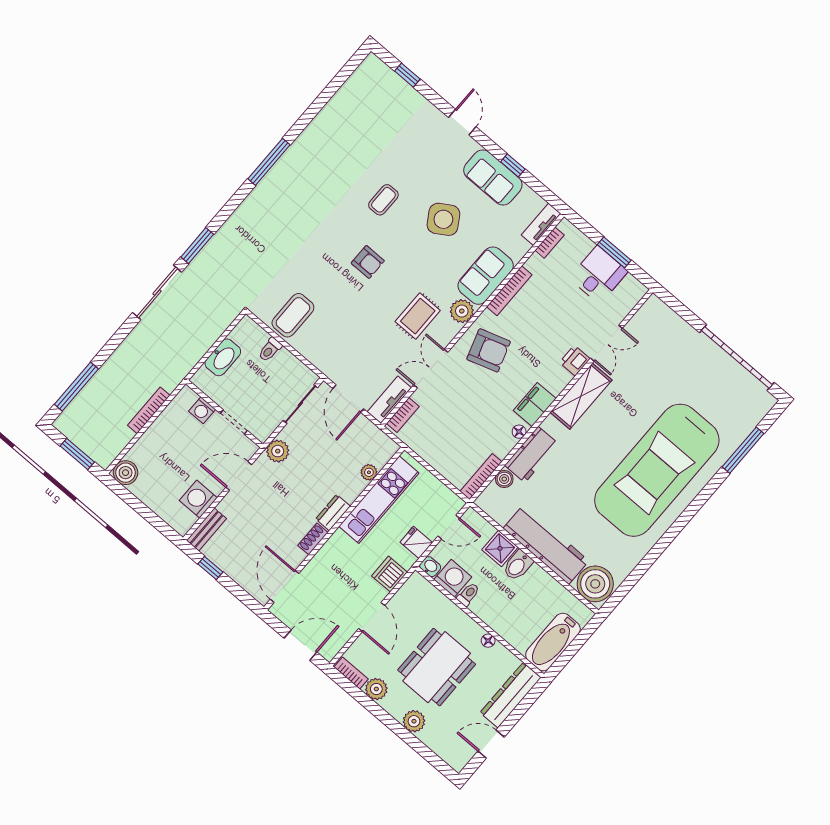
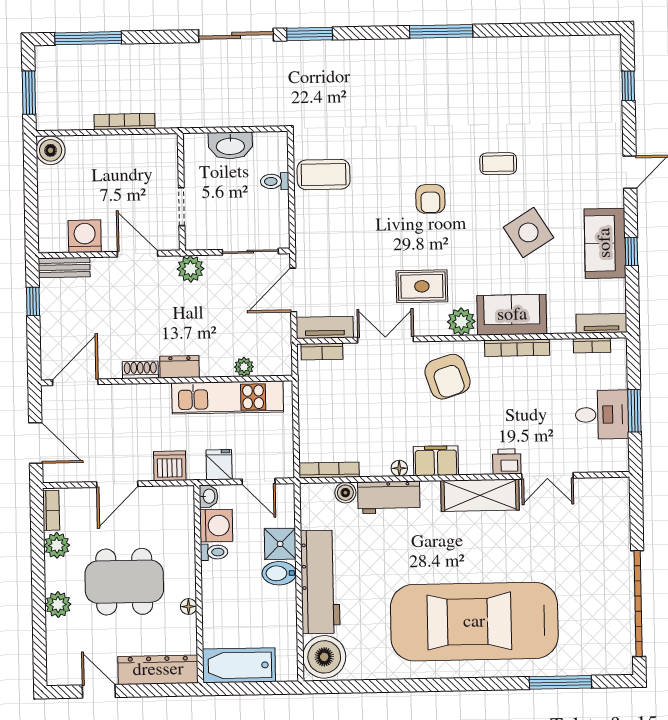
washing machine: (202, 410) -> (167, 169), removed

